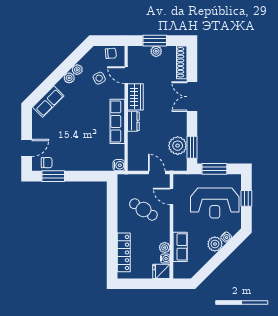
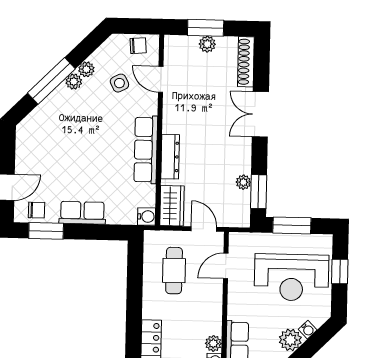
window: (54, 78) -> (51, 81), added
wardrobe: (135, 97) -> (172, 206), moved
row of seats: (48, 101) -> (82, 213), moved, turned -135
dresser: (133, 121) -> (170, 157), width x1.44
plant: (178, 146) -> (243, 182), width x0.53, depth x0.53
door: (172, 196) -> (226, 266), hinge flipped
cafe table: (143, 209) -> (174, 271), moved, turned 57

